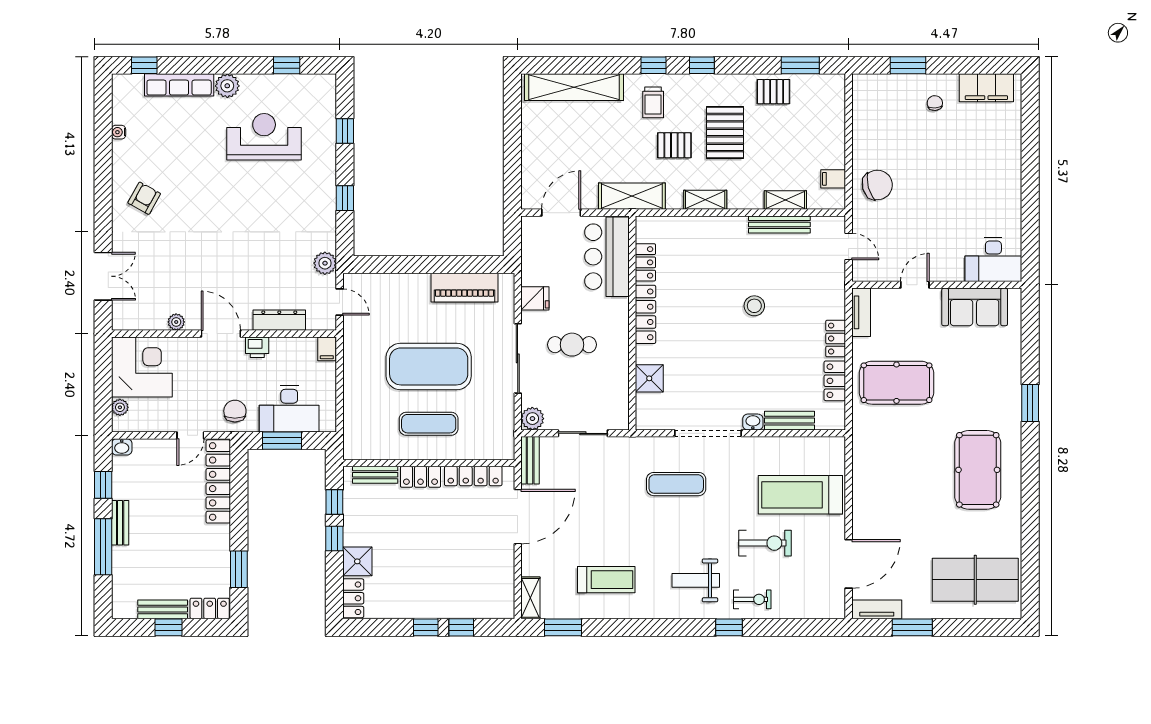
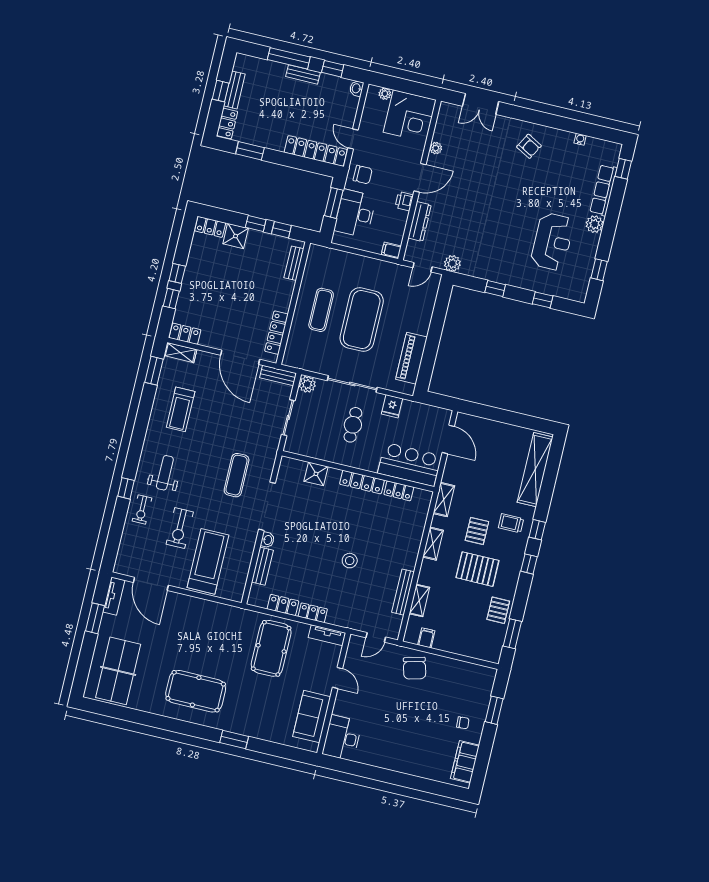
shelving: (632, 196) -> (444, 500), width x0.67, depth x0.75
locker: (421, 477) -> (185, 334), moved, turned 90

